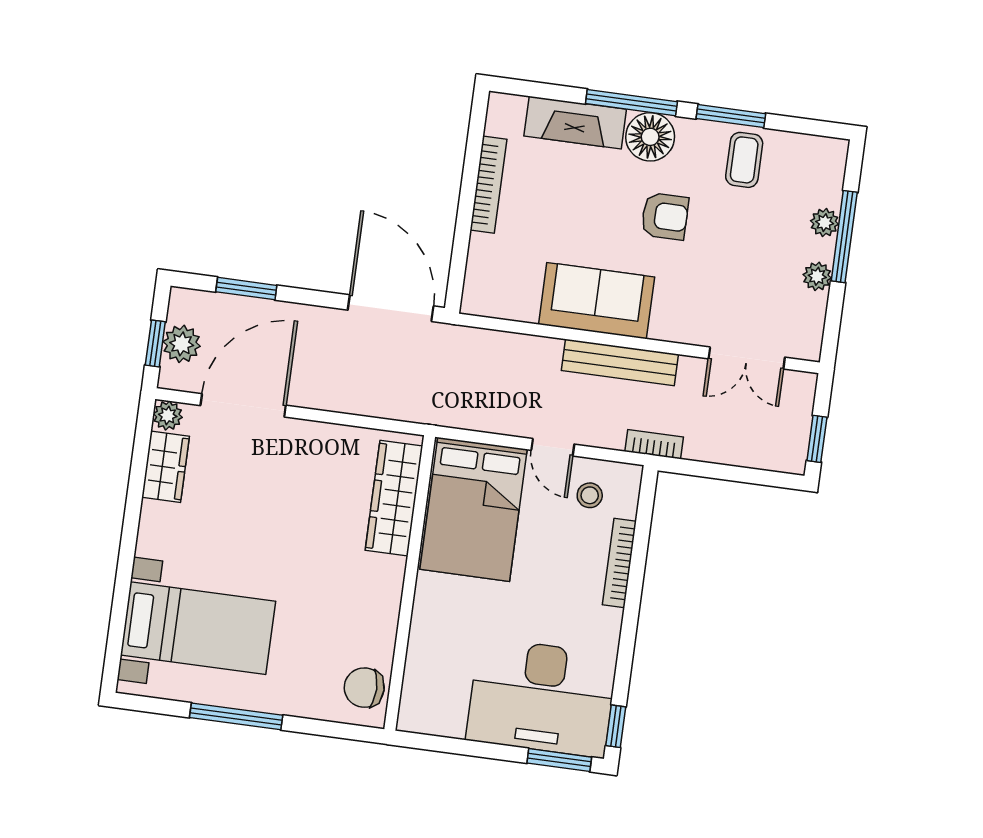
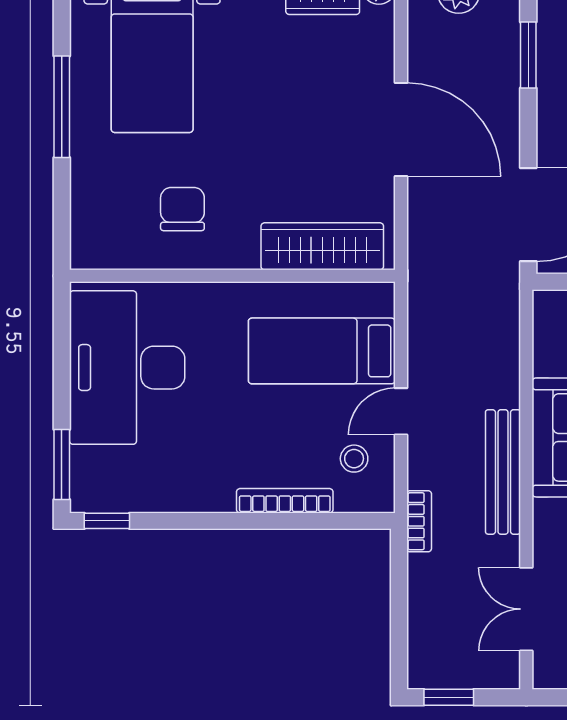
door: (243, 405) -> (401, 130), moved
bed: (474, 509) -> (322, 351), width x0.67
chair: (364, 688) -> (182, 209), moved
desk: (542, 698) -> (127, 368), moved

